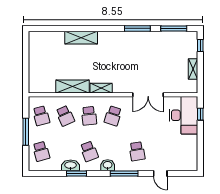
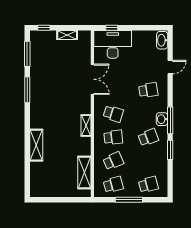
shelving: (73, 86) -> (84, 172), moved
washbasin: (71, 165) -> (162, 40), moved
window: (124, 174) -> (170, 120), moved

